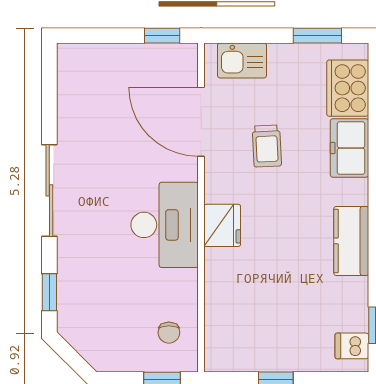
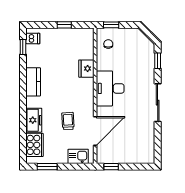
door: (201, 122) -> (95, 131), hinge flipped
fridge: (222, 225) -> (86, 69), moved

